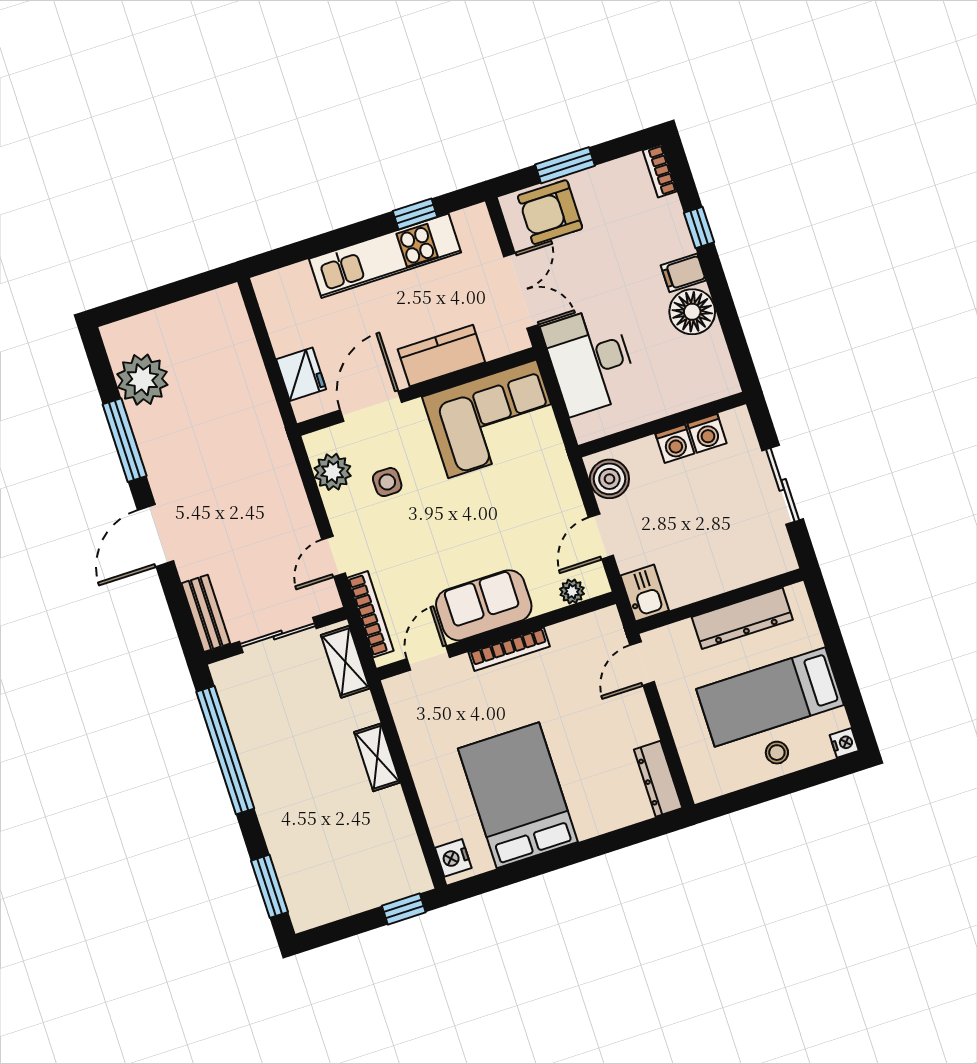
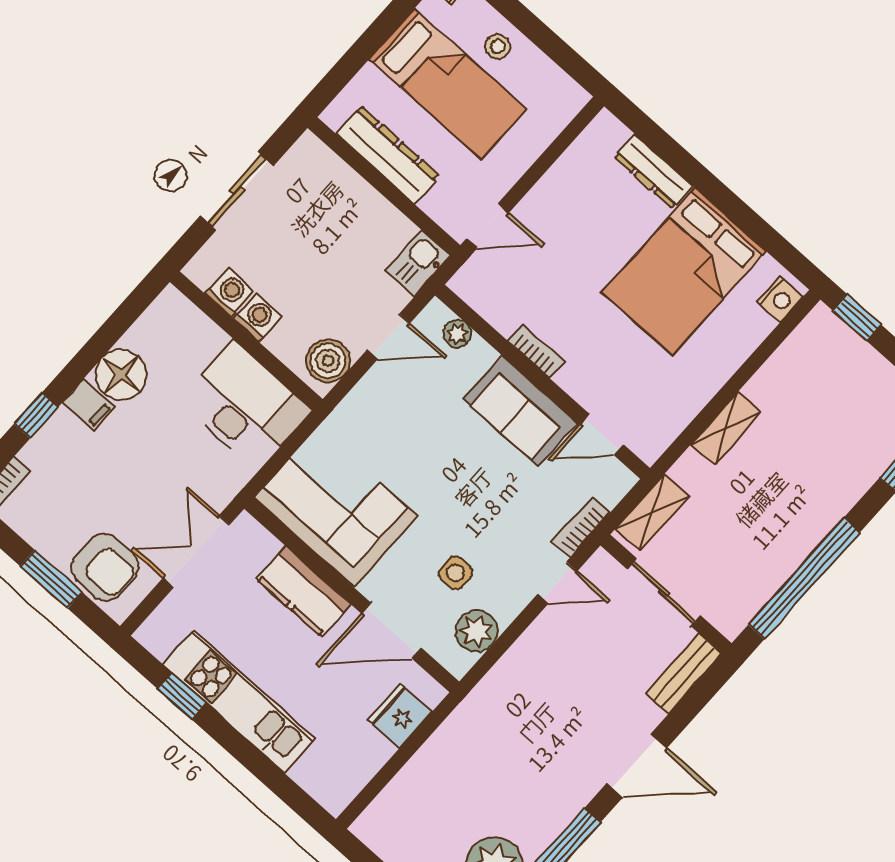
desk: (590, 361) -> (245, 406), moved, turned -90
bookcase: (370, 614) -> (581, 527), width x0.64
bookcase: (509, 649) -> (536, 351), width x0.64
dresser: (658, 779) -> (653, 171), moved, turned 90

